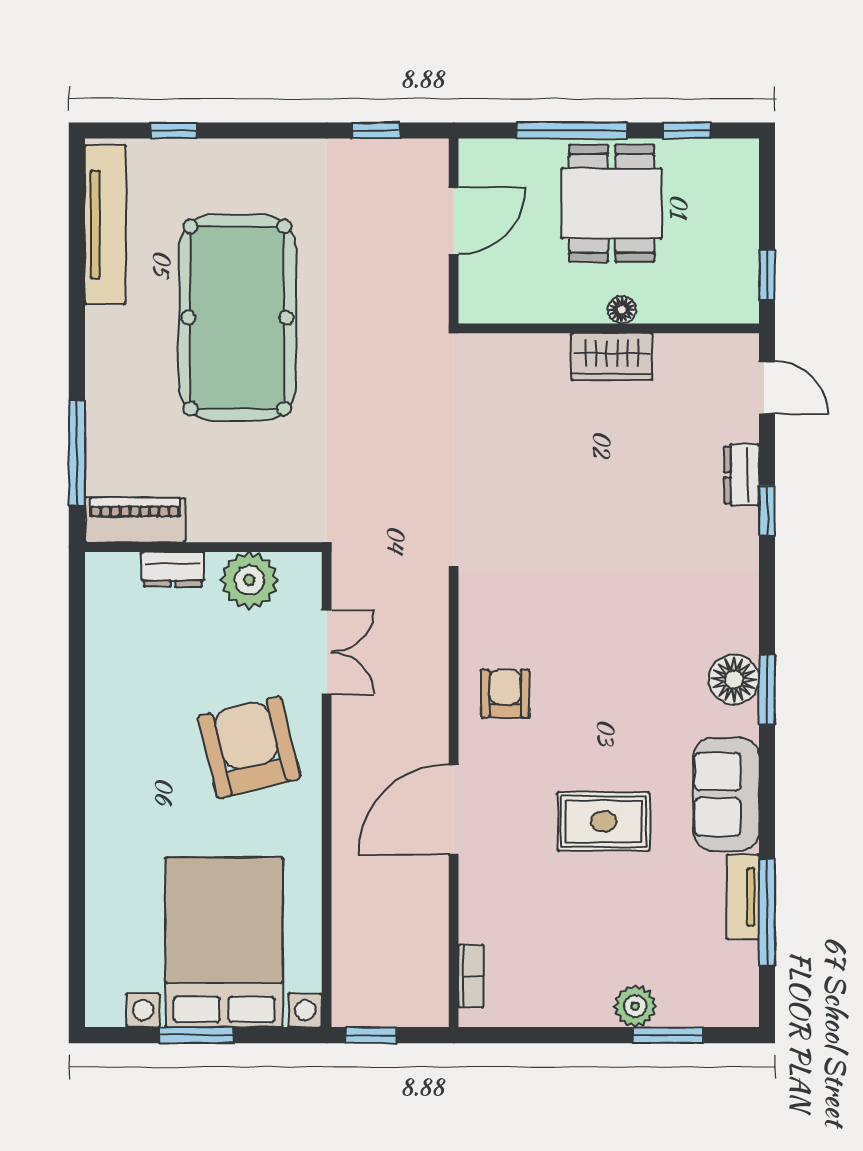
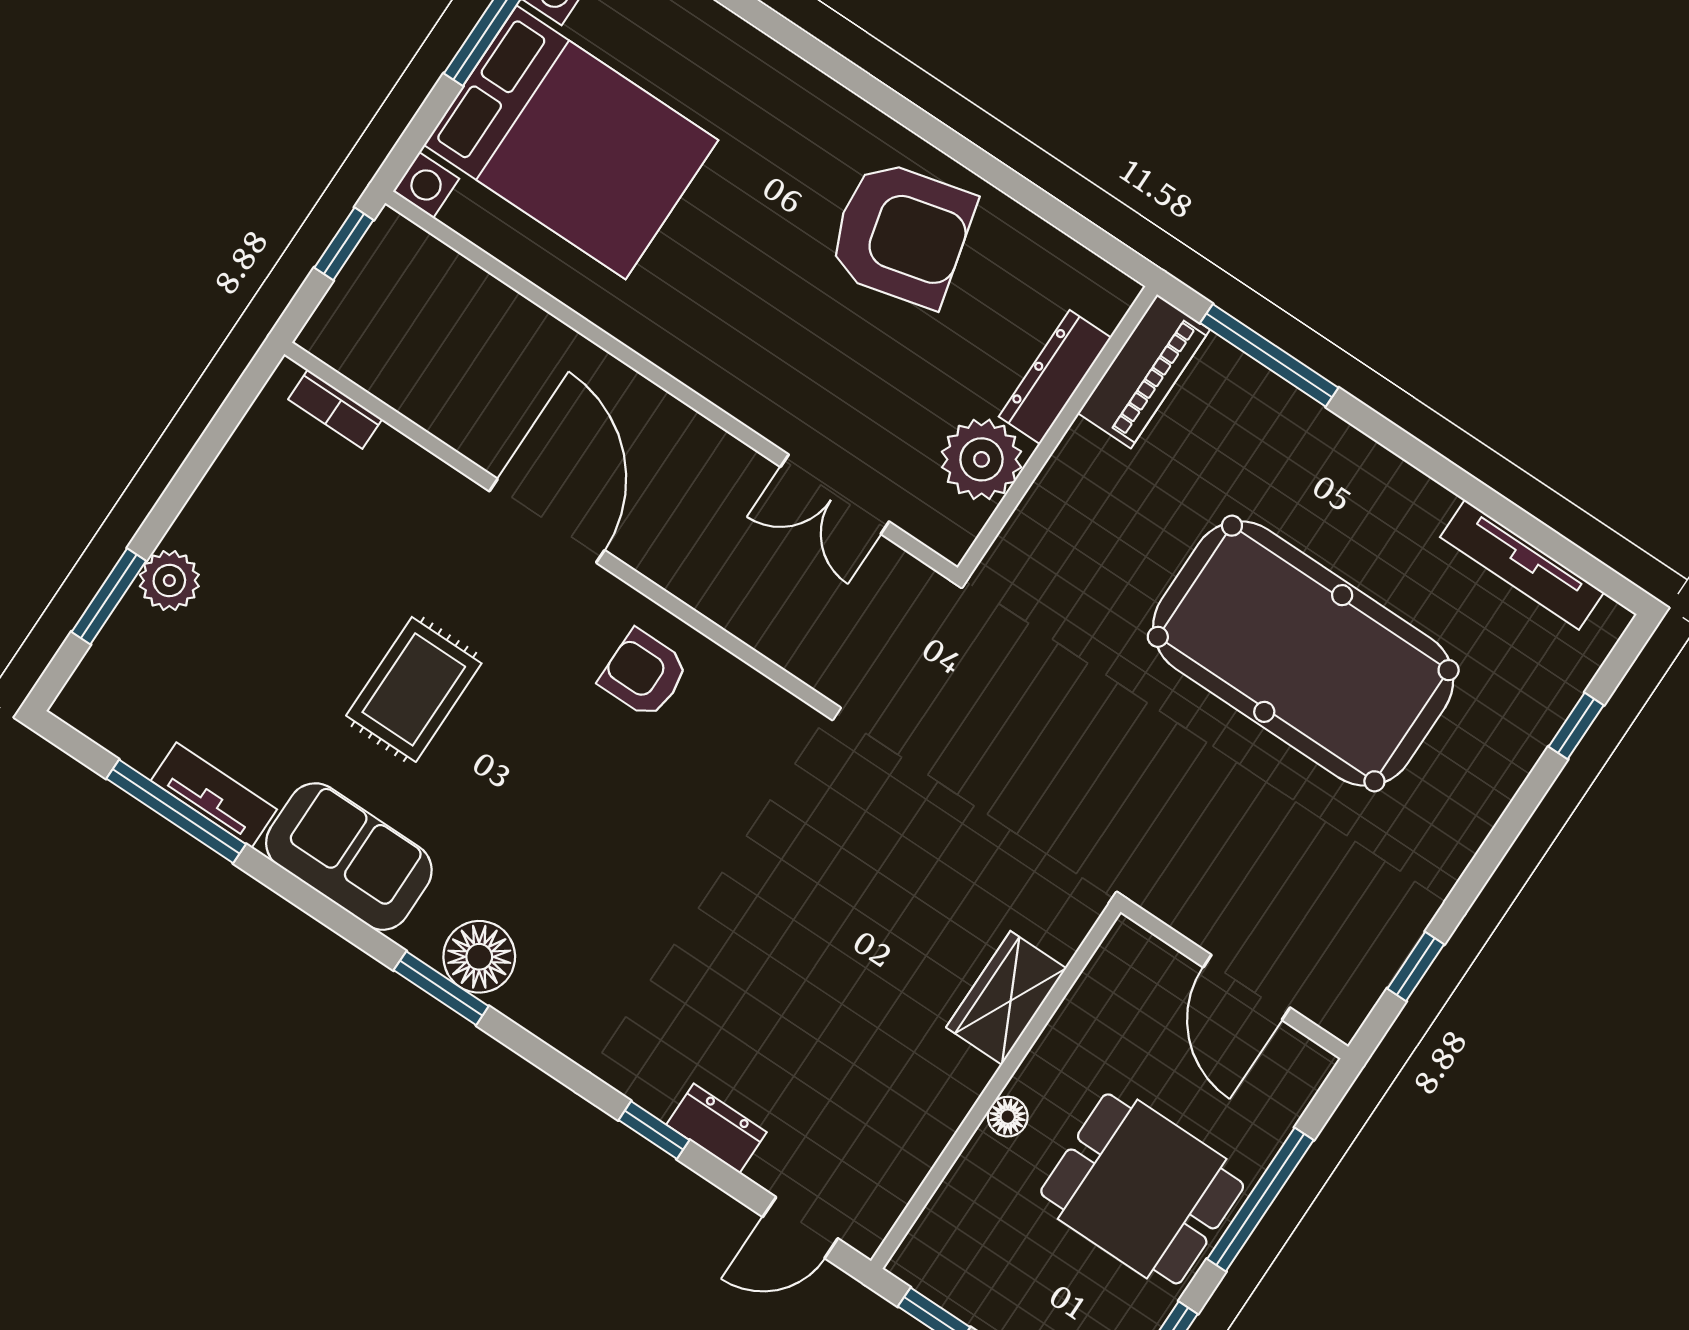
tv unit: (105, 225) -> (1522, 565), width x0.73, depth x0.78
wardrobe: (612, 357) -> (1006, 998), moved
dresser: (173, 569) -> (1055, 377), width x1.44
armchair: (505, 694) -> (644, 674), turned 180
armchair: (249, 747) -> (901, 234), moved

